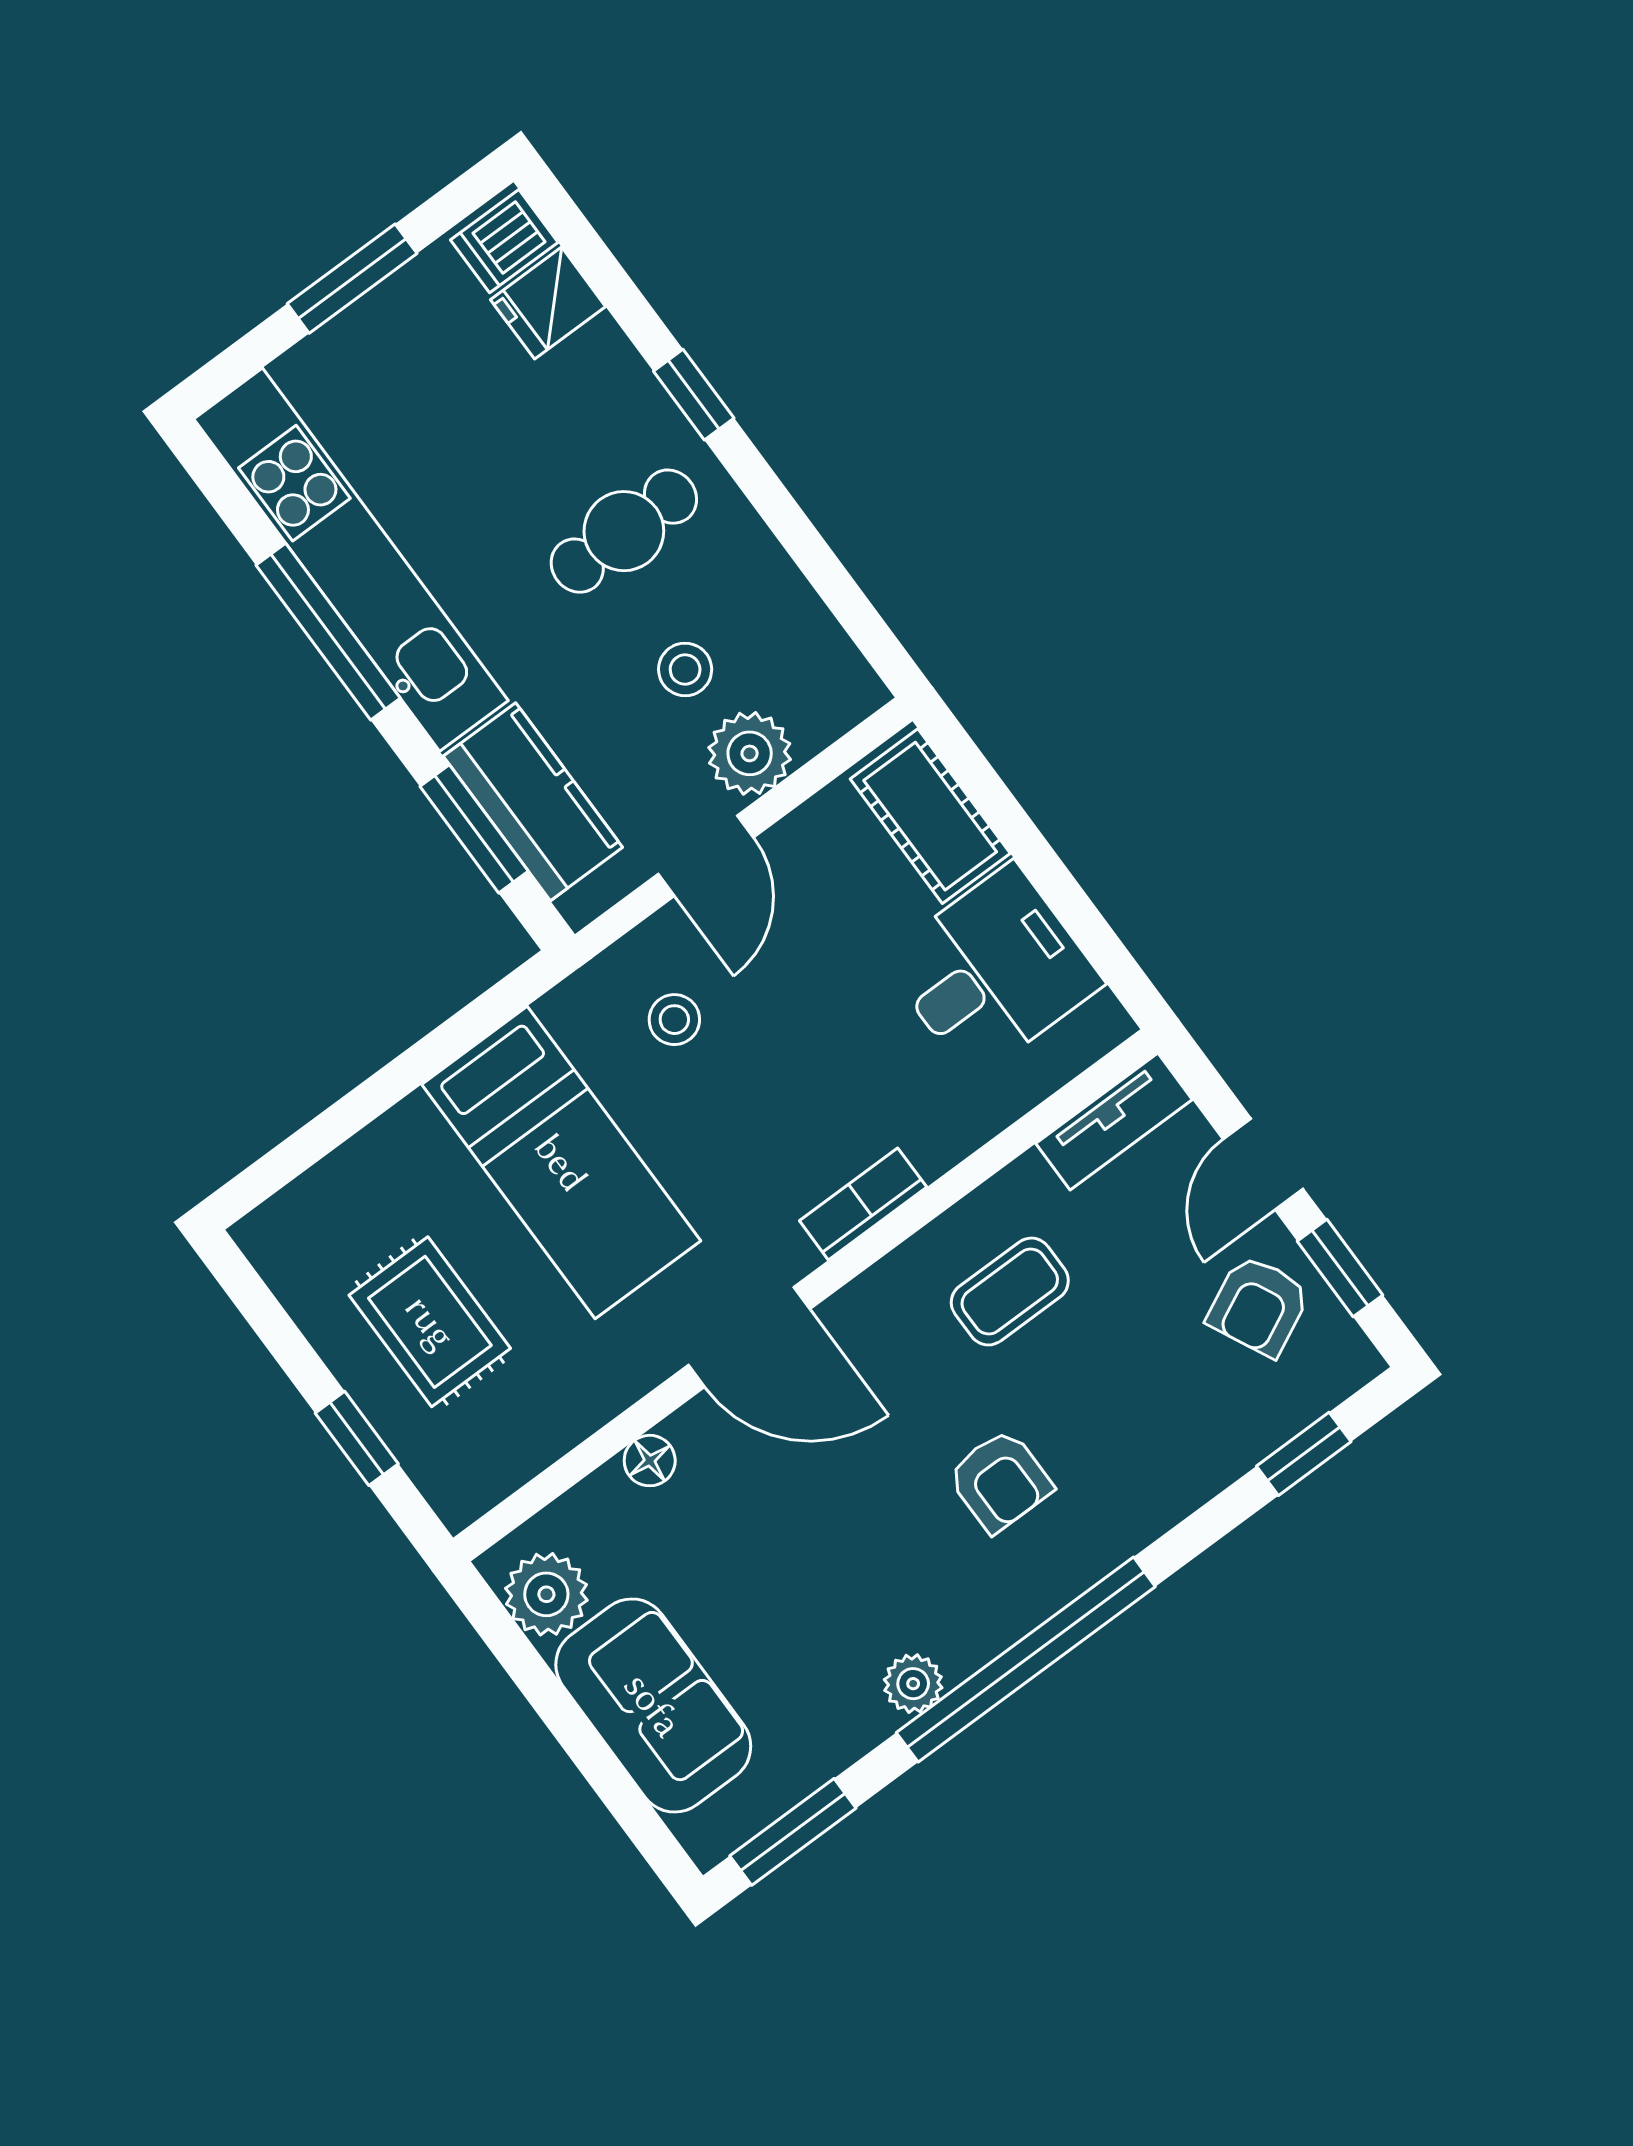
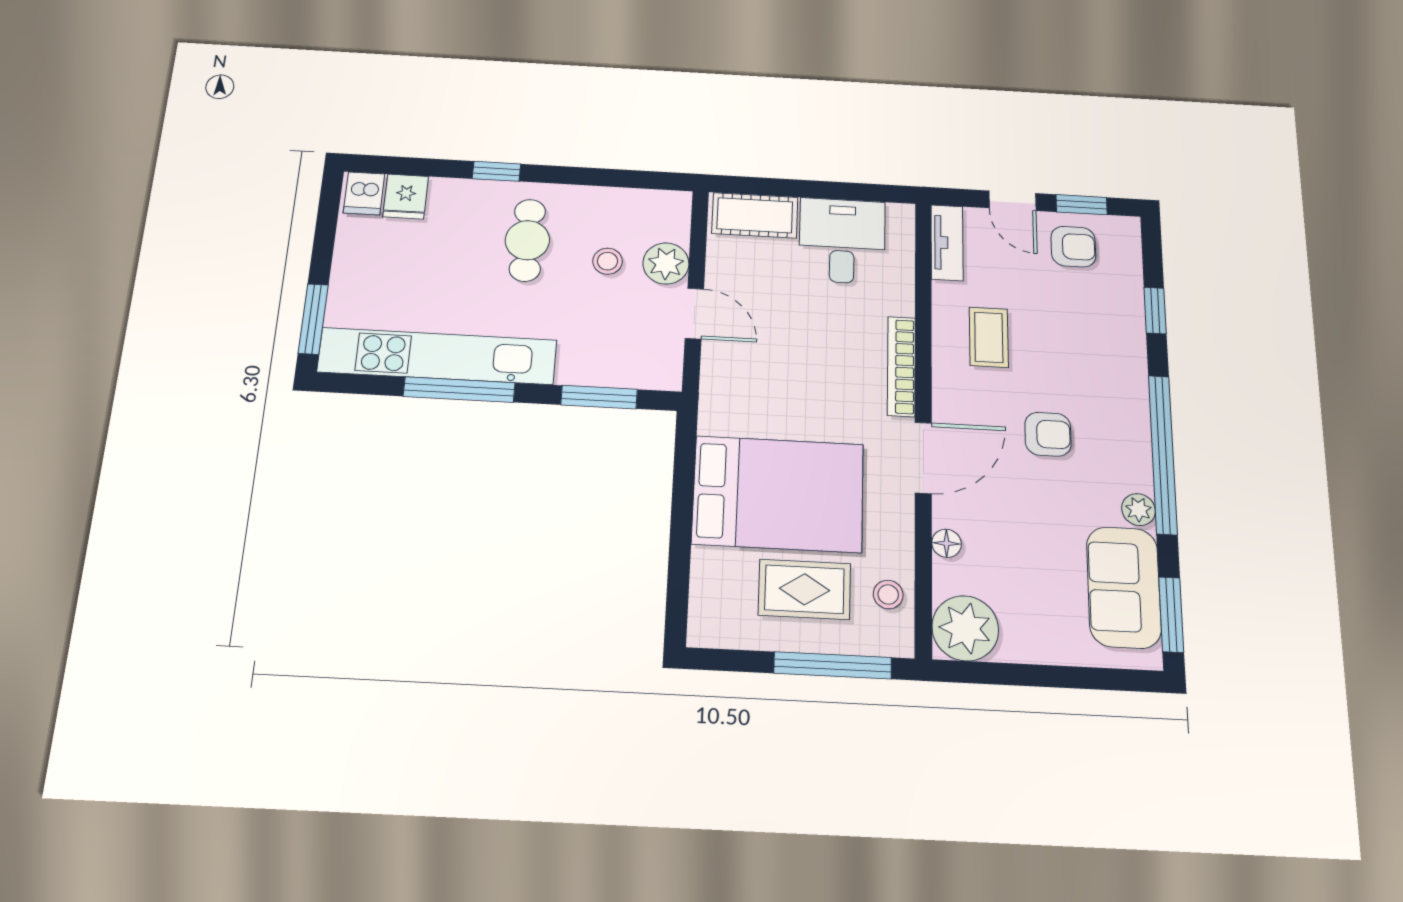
window: (352, 279) -> (313, 319), moved
kitchen counter: (533, 802) -> (609, 364), removed
stool: (674, 1020) -> (888, 595), moved
bed: (561, 1163) -> (778, 494), width x1.50
bookcase: (863, 1204) -> (901, 366), width x1.56
armchair: (1258, 1306) -> (1073, 247), turned -64
window: (357, 1438) -> (833, 665), width x2.17
window: (1304, 1454) -> (1155, 311), moved
armchair: (1000, 1481) -> (1048, 434), moved
plant: (546, 1594) -> (965, 628), width x1.36, depth x1.36
sofa: (653, 1705) -> (1124, 587), moved, turned -90

